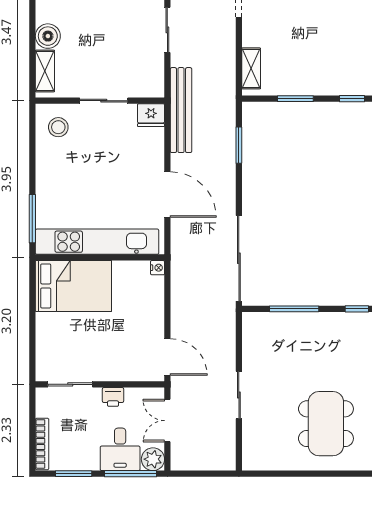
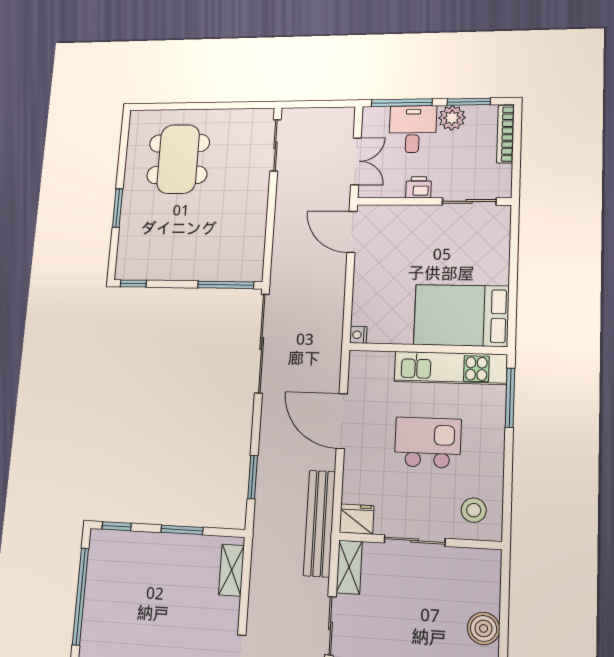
shelving: (45, 71) -> (349, 567), moved
kitchen island: (97, 180) -> (428, 443), added
kitchen unit: (97, 242) -> (450, 368), width x0.73
window: (294, 309) -> (226, 285), moved
sliding door: (239, 395) -> (275, 145), moved
plant: (153, 459) -> (452, 118), moved

